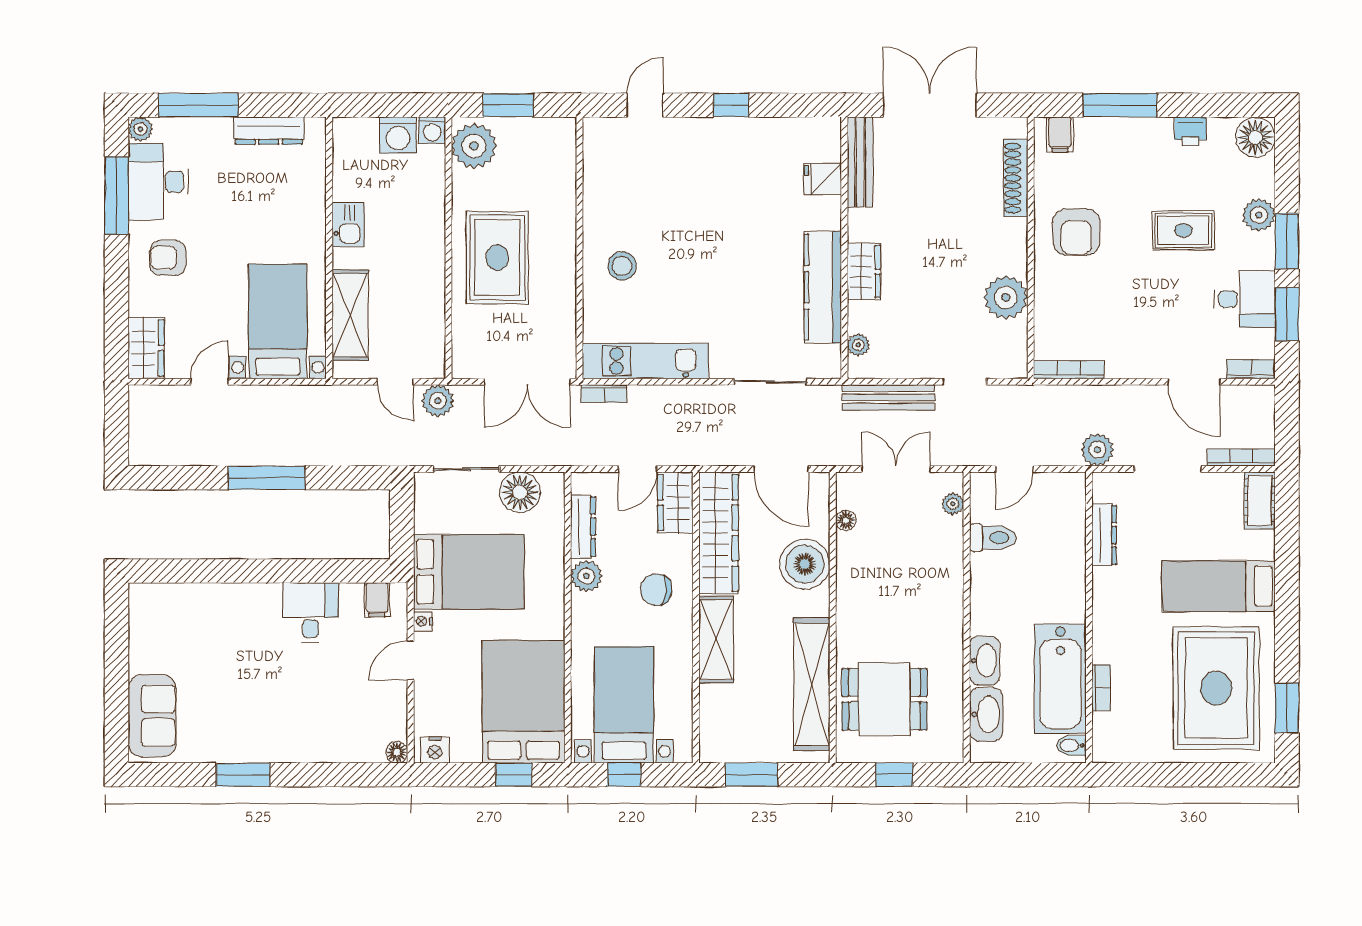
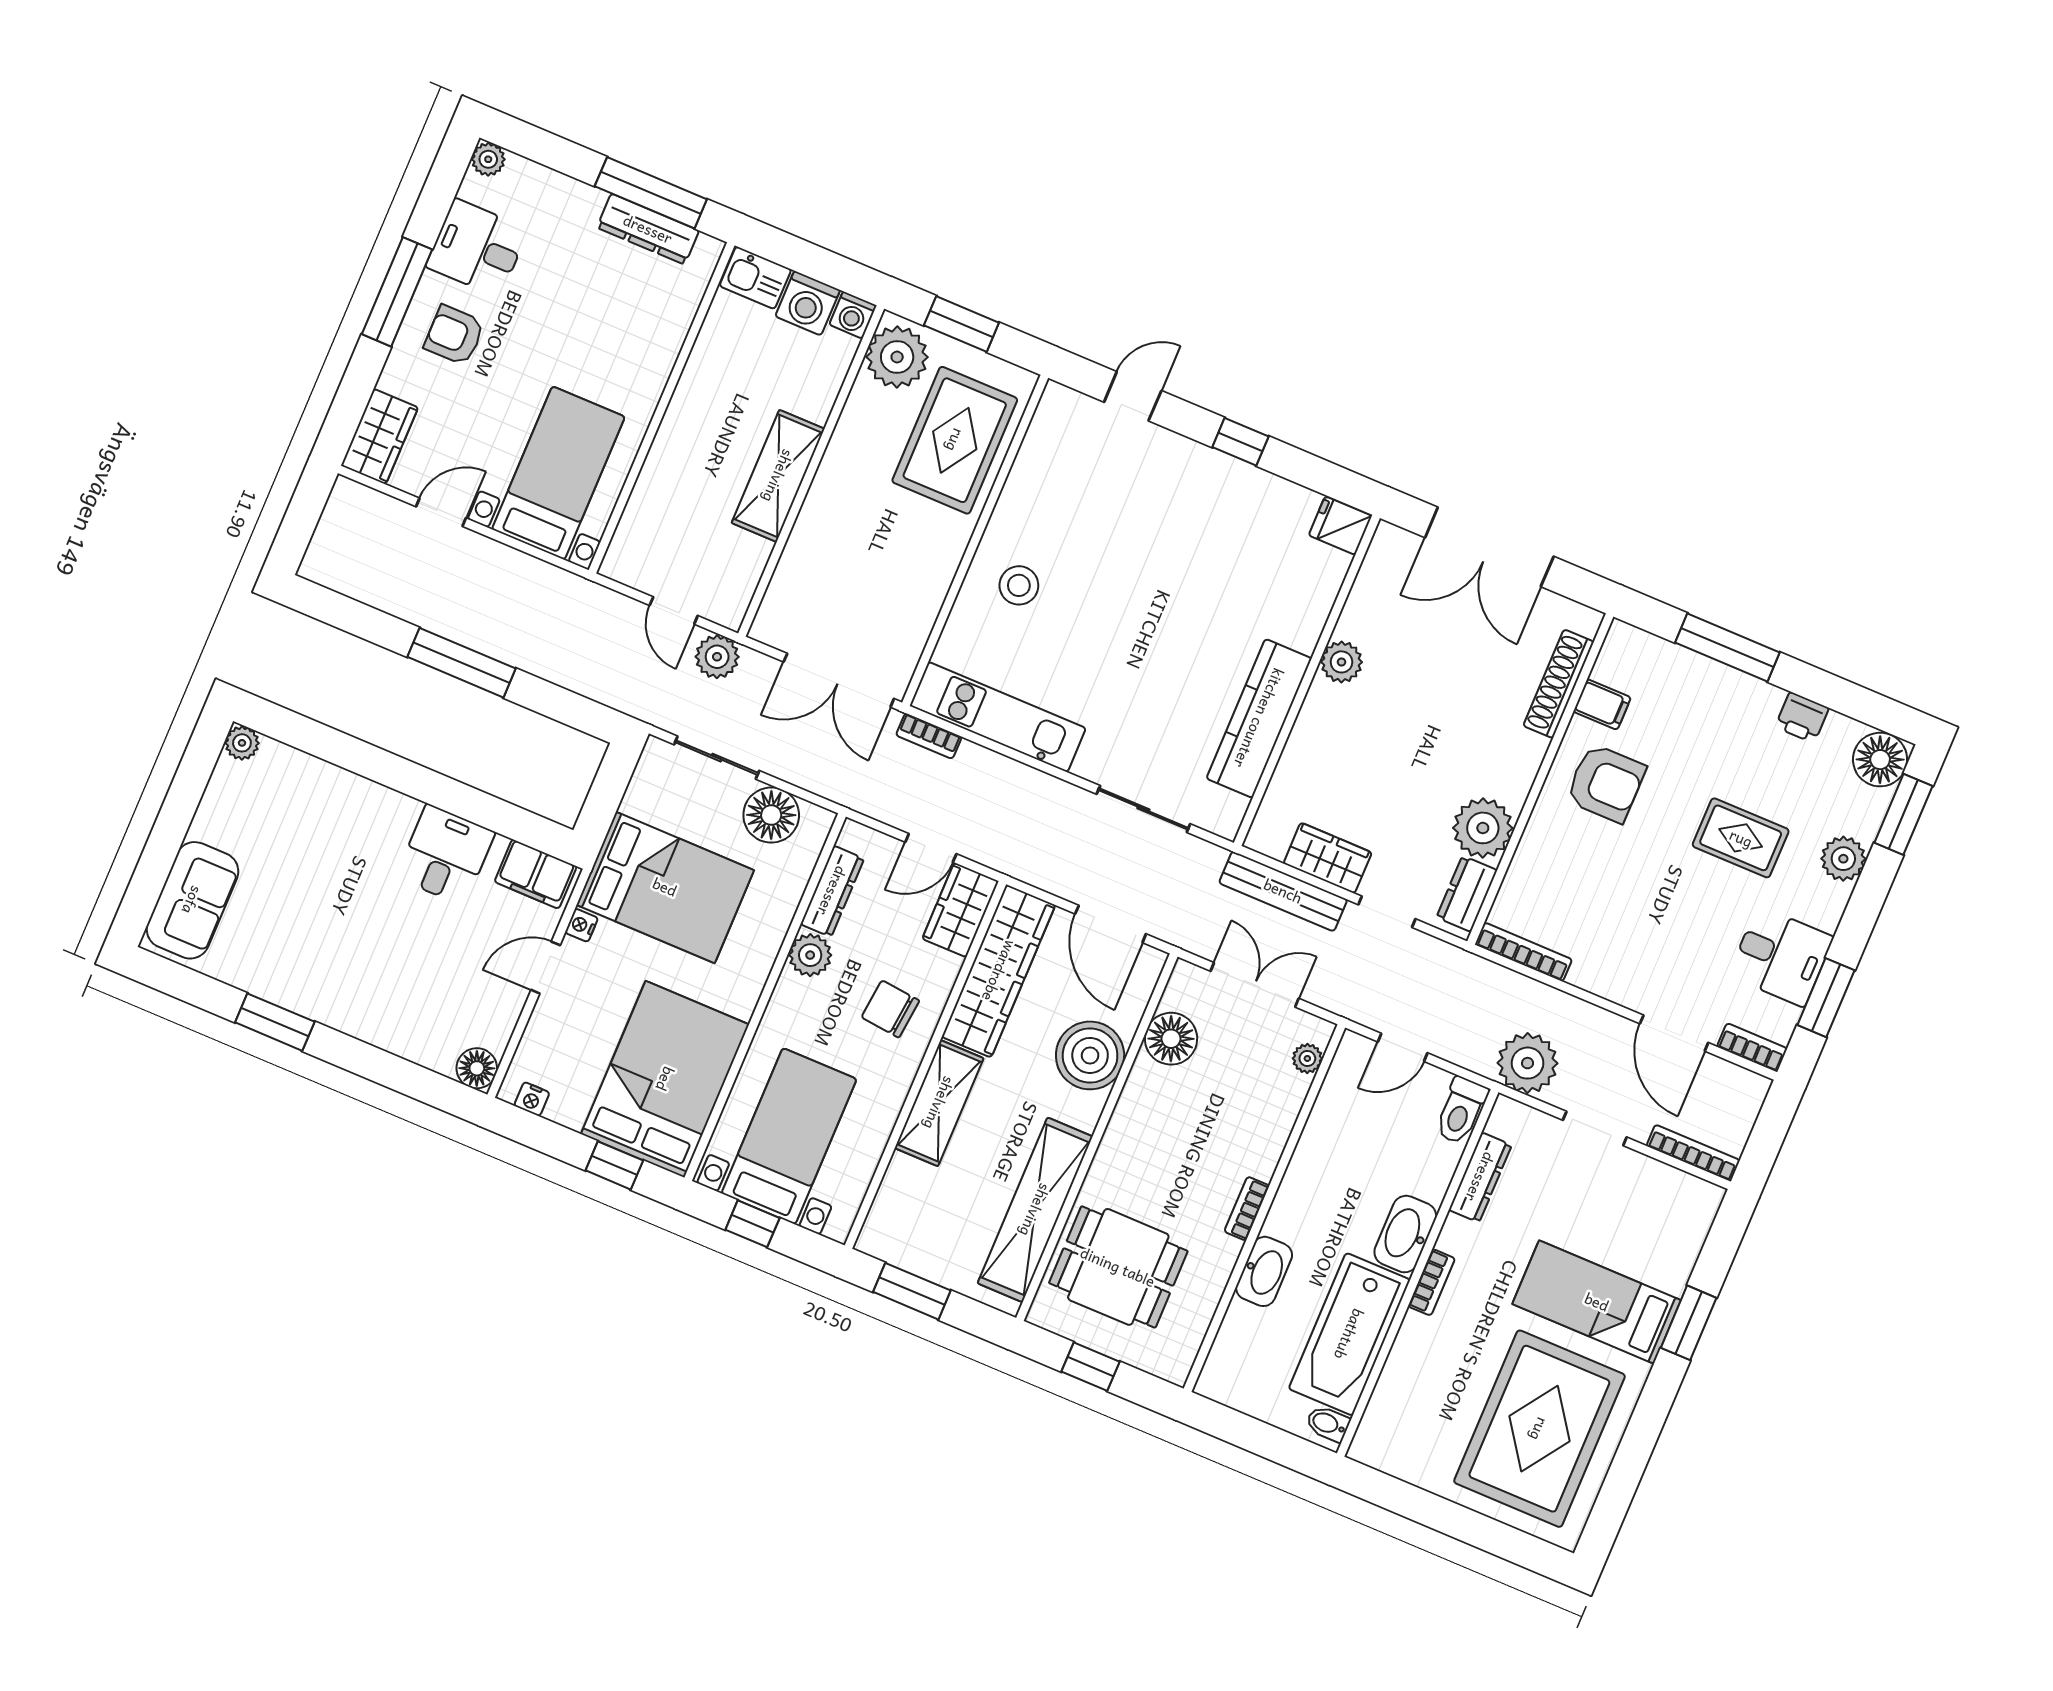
window: (198, 105) -> (651, 193), moved
double door: (930, 105) -> (1489, 547), swing flipped
filing cabinet: (1060, 134) -> (1602, 704), moved, turned -90
bench: (860, 162) -> (1372, 581), removed
fridge: (823, 179) -> (1340, 526), moved
desk: (158, 182) -> (477, 248), width x0.73
window: (117, 196) -> (397, 292), moved
kitchen sink: (348, 225) -> (755, 278), moved, turned 90
armchair: (1076, 232) -> (1606, 783), turned -90
window: (1287, 241) -> (1903, 814), moved
rug: (497, 258) -> (955, 440), moved
wardrobe: (864, 271) -> (1328, 858), moved, turned -90
shelving: (350, 315) -> (778, 476), moved
plant: (858, 345) -> (1341, 662), moved, width x1.38, depth x1.38
dresser: (1014, 347) -> (1467, 894), added
plant: (1097, 450) -> (1528, 1063), width x1.36, depth x1.36
doorway: (1168, 469) -> (1595, 1129), width x0.73
cot: (1260, 501) -> (1693, 1217), removed
floor lamp: (846, 520) -> (1171, 1039), width x1.89, depth x1.89
toilet: (993, 538) -> (1461, 1111), moved, turned 90
plant: (141, 595) -> (242, 743), added
filing cabinet: (377, 600) -> (536, 874), width x2.00
bookcase: (955, 623) -> (1247, 1209), added
bookcase: (1101, 688) -> (1432, 1282), moved
window: (1287, 708) -> (1689, 1323), moved
washbasin: (986, 714) -> (1405, 1234), moved, turned 180
nightstand: (435, 750) -> (532, 1099), width x0.72, depth x0.74
floor lamp: (397, 752) -> (477, 1068), width x1.37, depth x1.37

